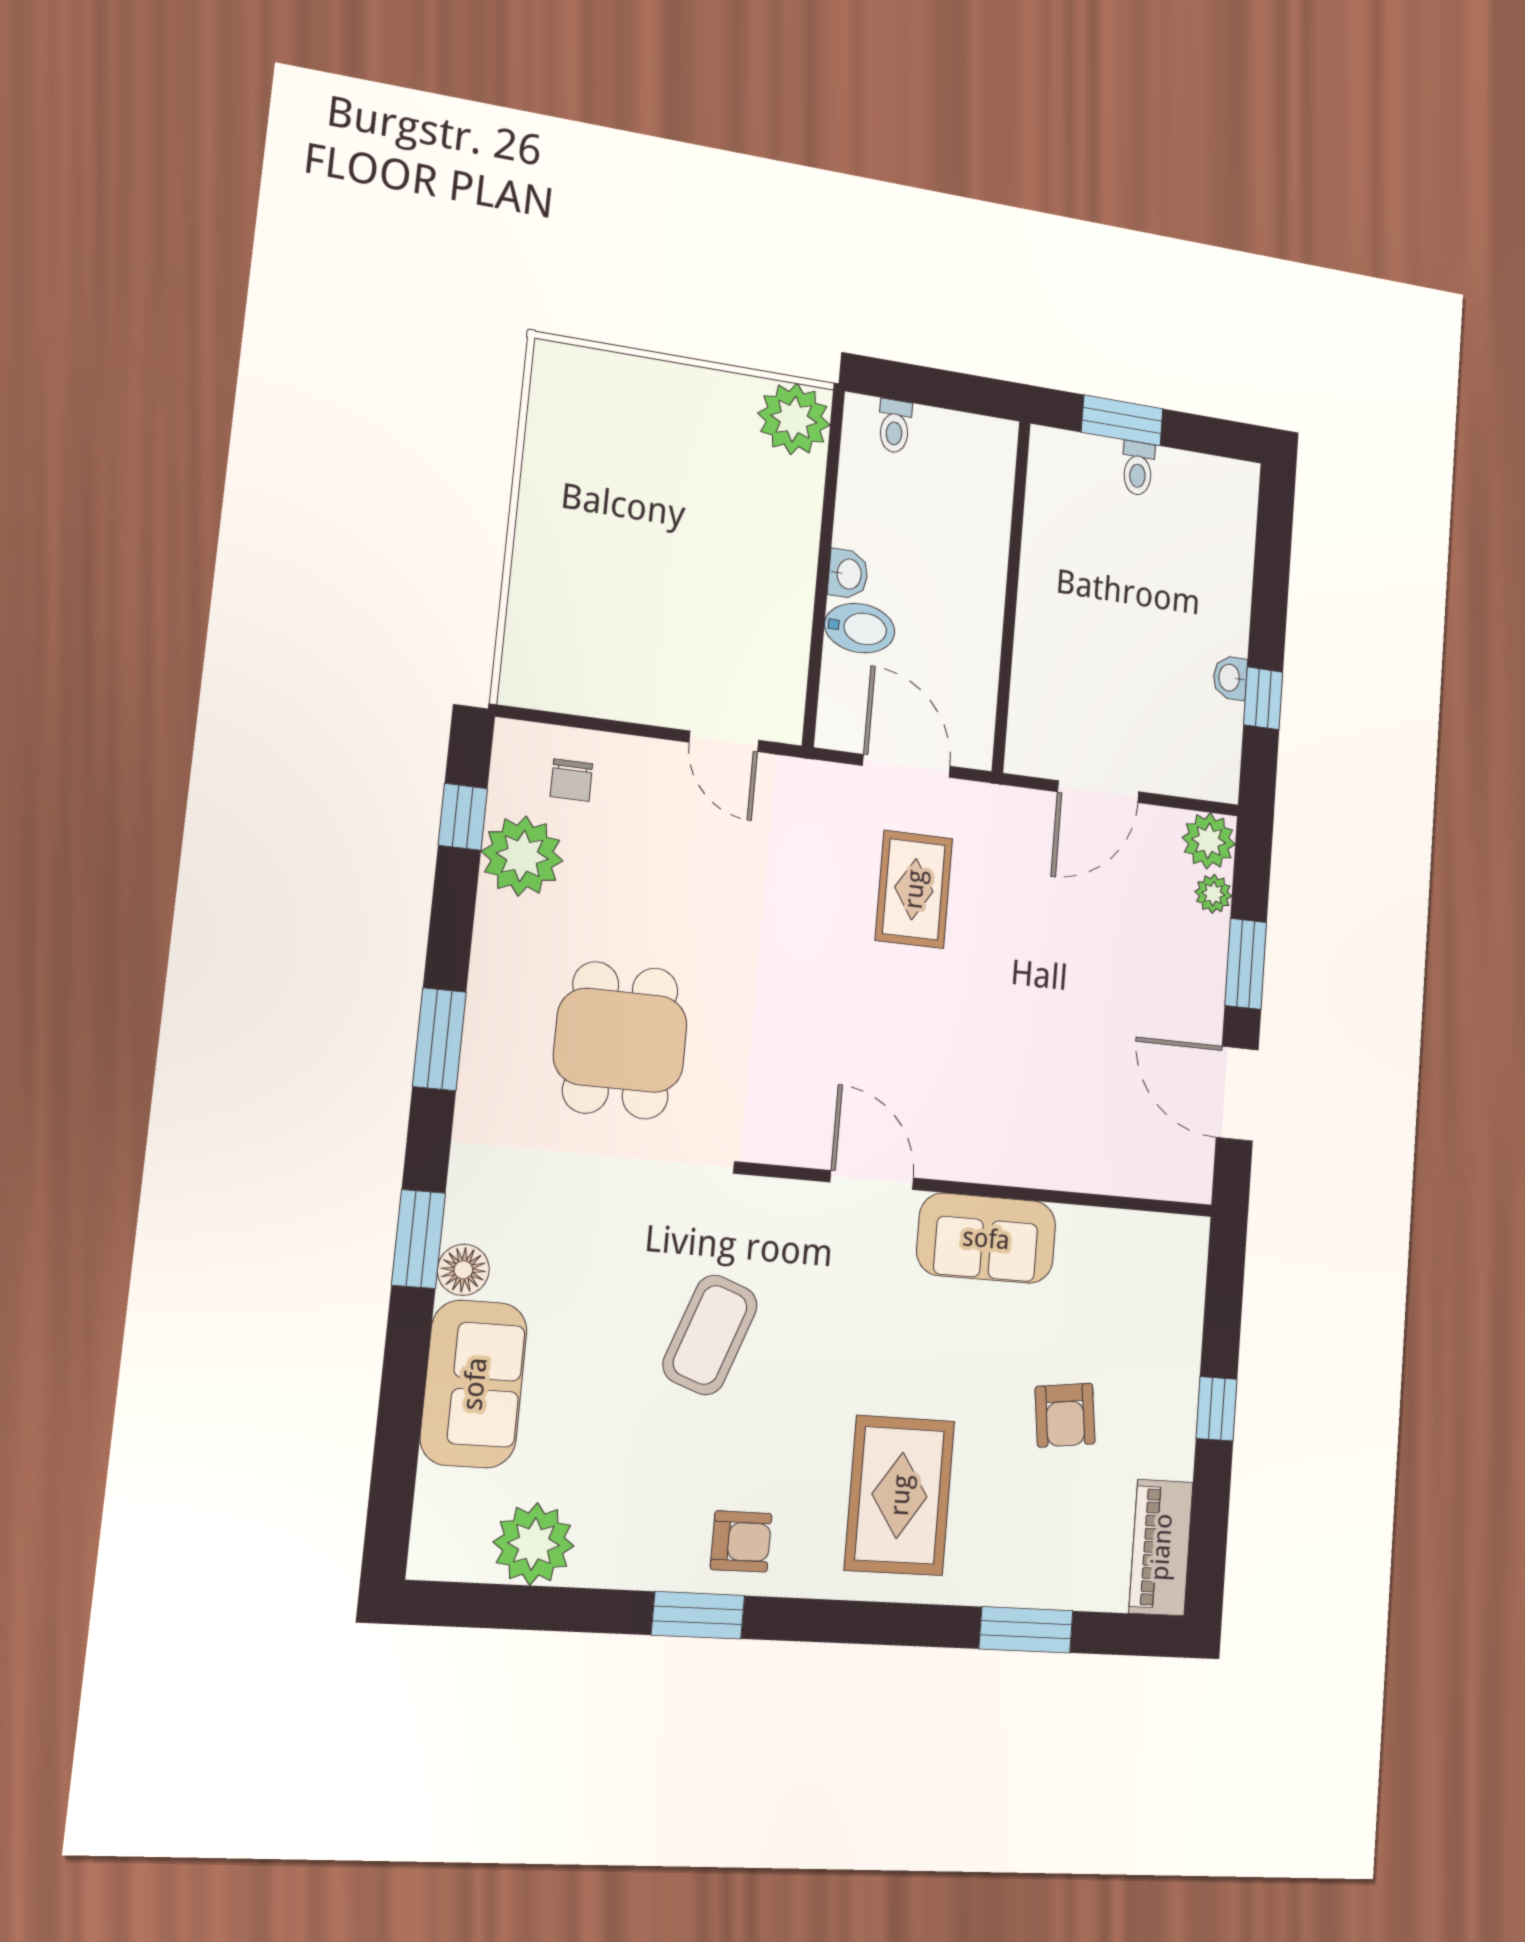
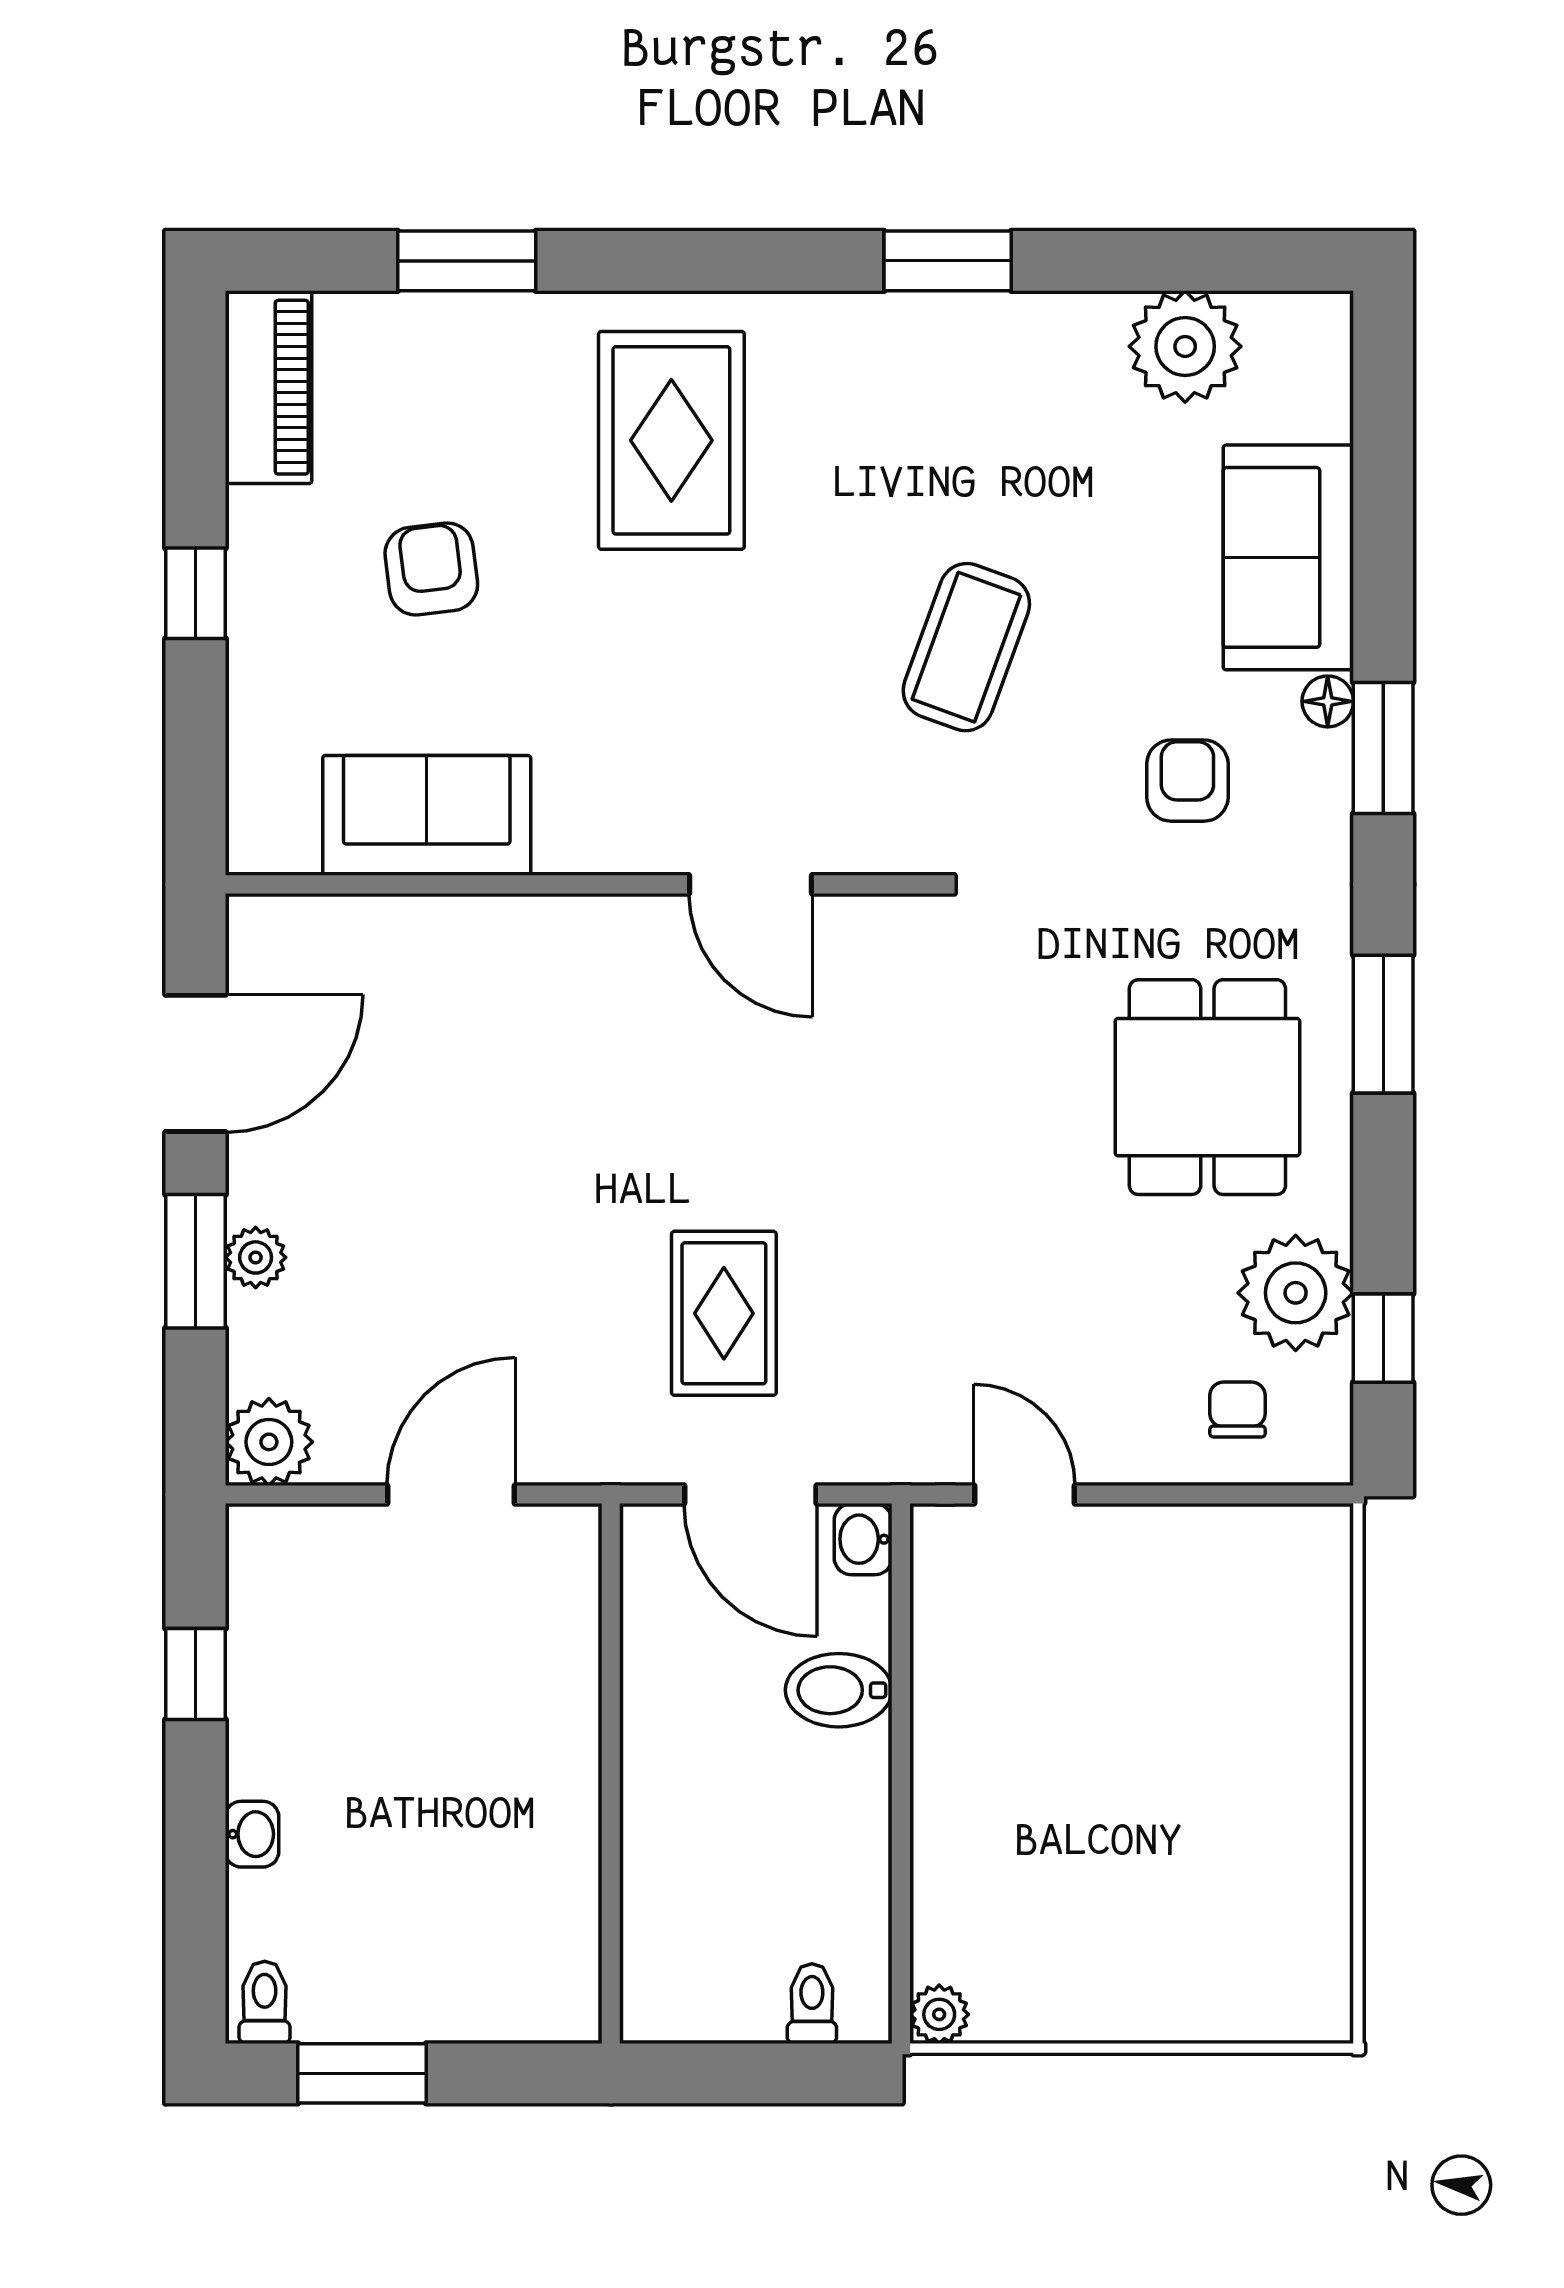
plant: (794, 419) -> (939, 2014), width x0.53, depth x0.53
window: (1122, 420) -> (362, 2073), moved
toilet: (1138, 468) -> (265, 2002), moved
washbasin: (848, 574) -> (863, 1539), moved
washbasin: (1230, 678) -> (252, 1834), moved
plant: (1213, 894) -> (256, 1257), moved
dining table: (620, 1040) -> (1207, 1087), moved
door: (1237, 1094) -> (195, 1063), hinge flipped
sofa: (986, 1238) -> (427, 815), moved
floor lamp: (463, 1270) -> (1328, 701), width x0.73, depth x0.73
armchair: (741, 1541) -> (1187, 781), moved, turned 90

